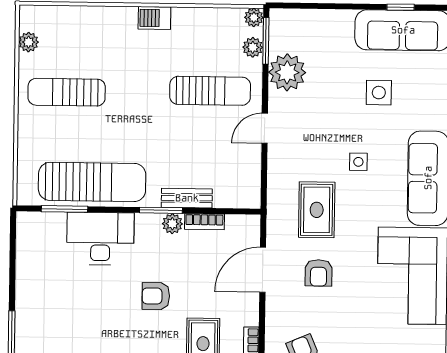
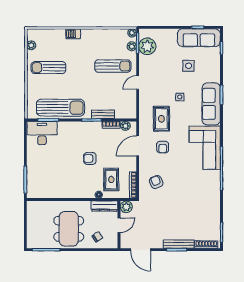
barbecue: (154, 18) -> (73, 34), moved
plant: (287, 72) -> (147, 46), moved
plant: (172, 224) -> (125, 126), moved
desk: (100, 239) -> (42, 133), moved

